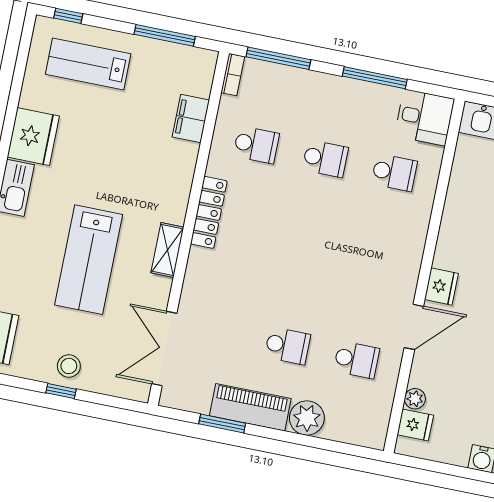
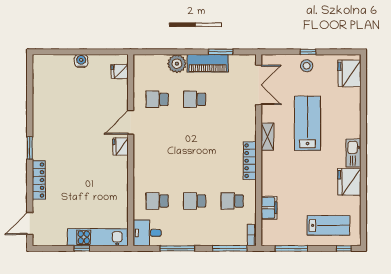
plant: (415, 399) -> (123, 85), removed

